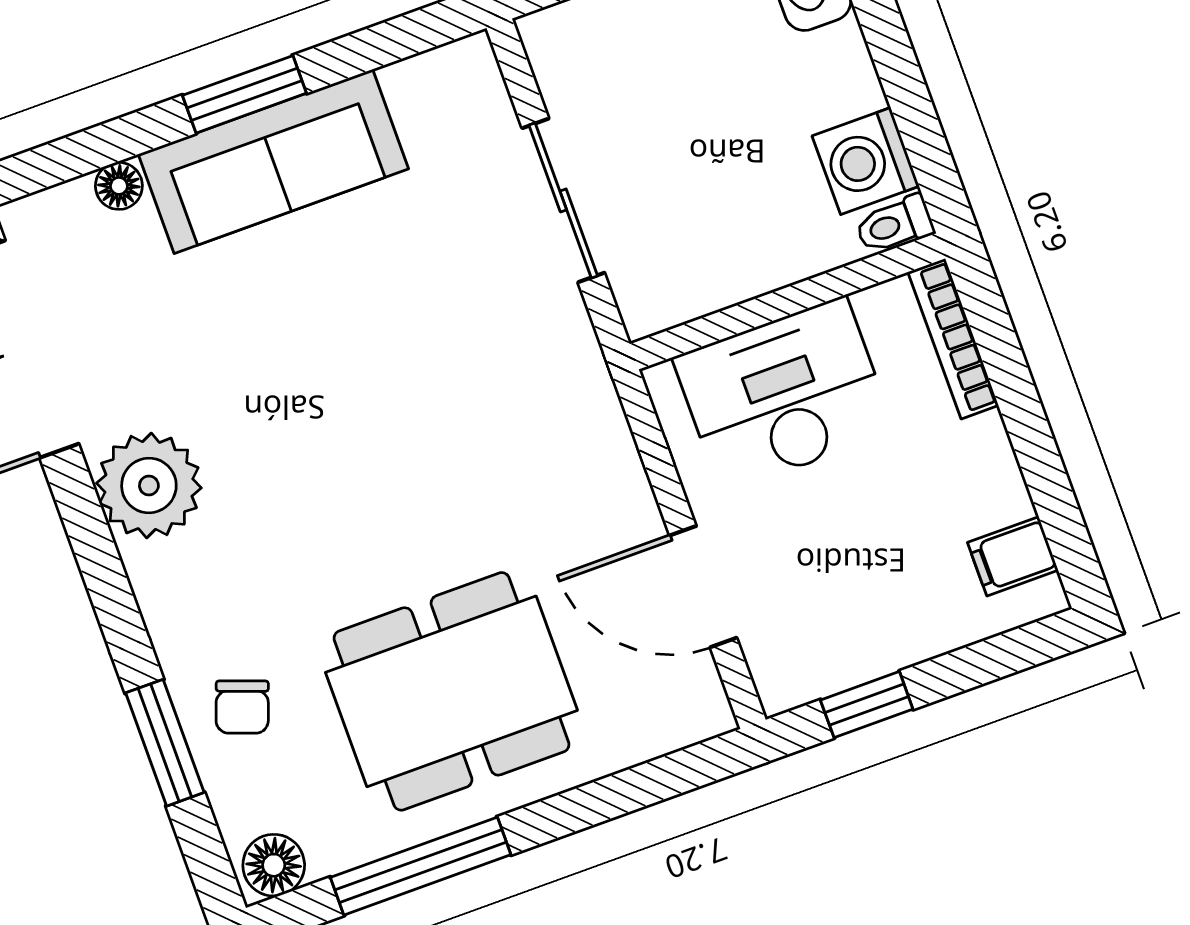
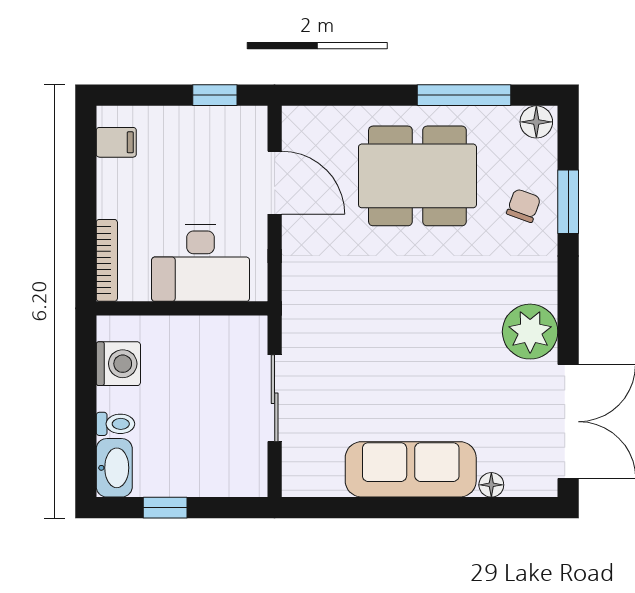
window: (244, 94) -> (413, 508), removed
toilet: (895, 225) -> (115, 424), moved

